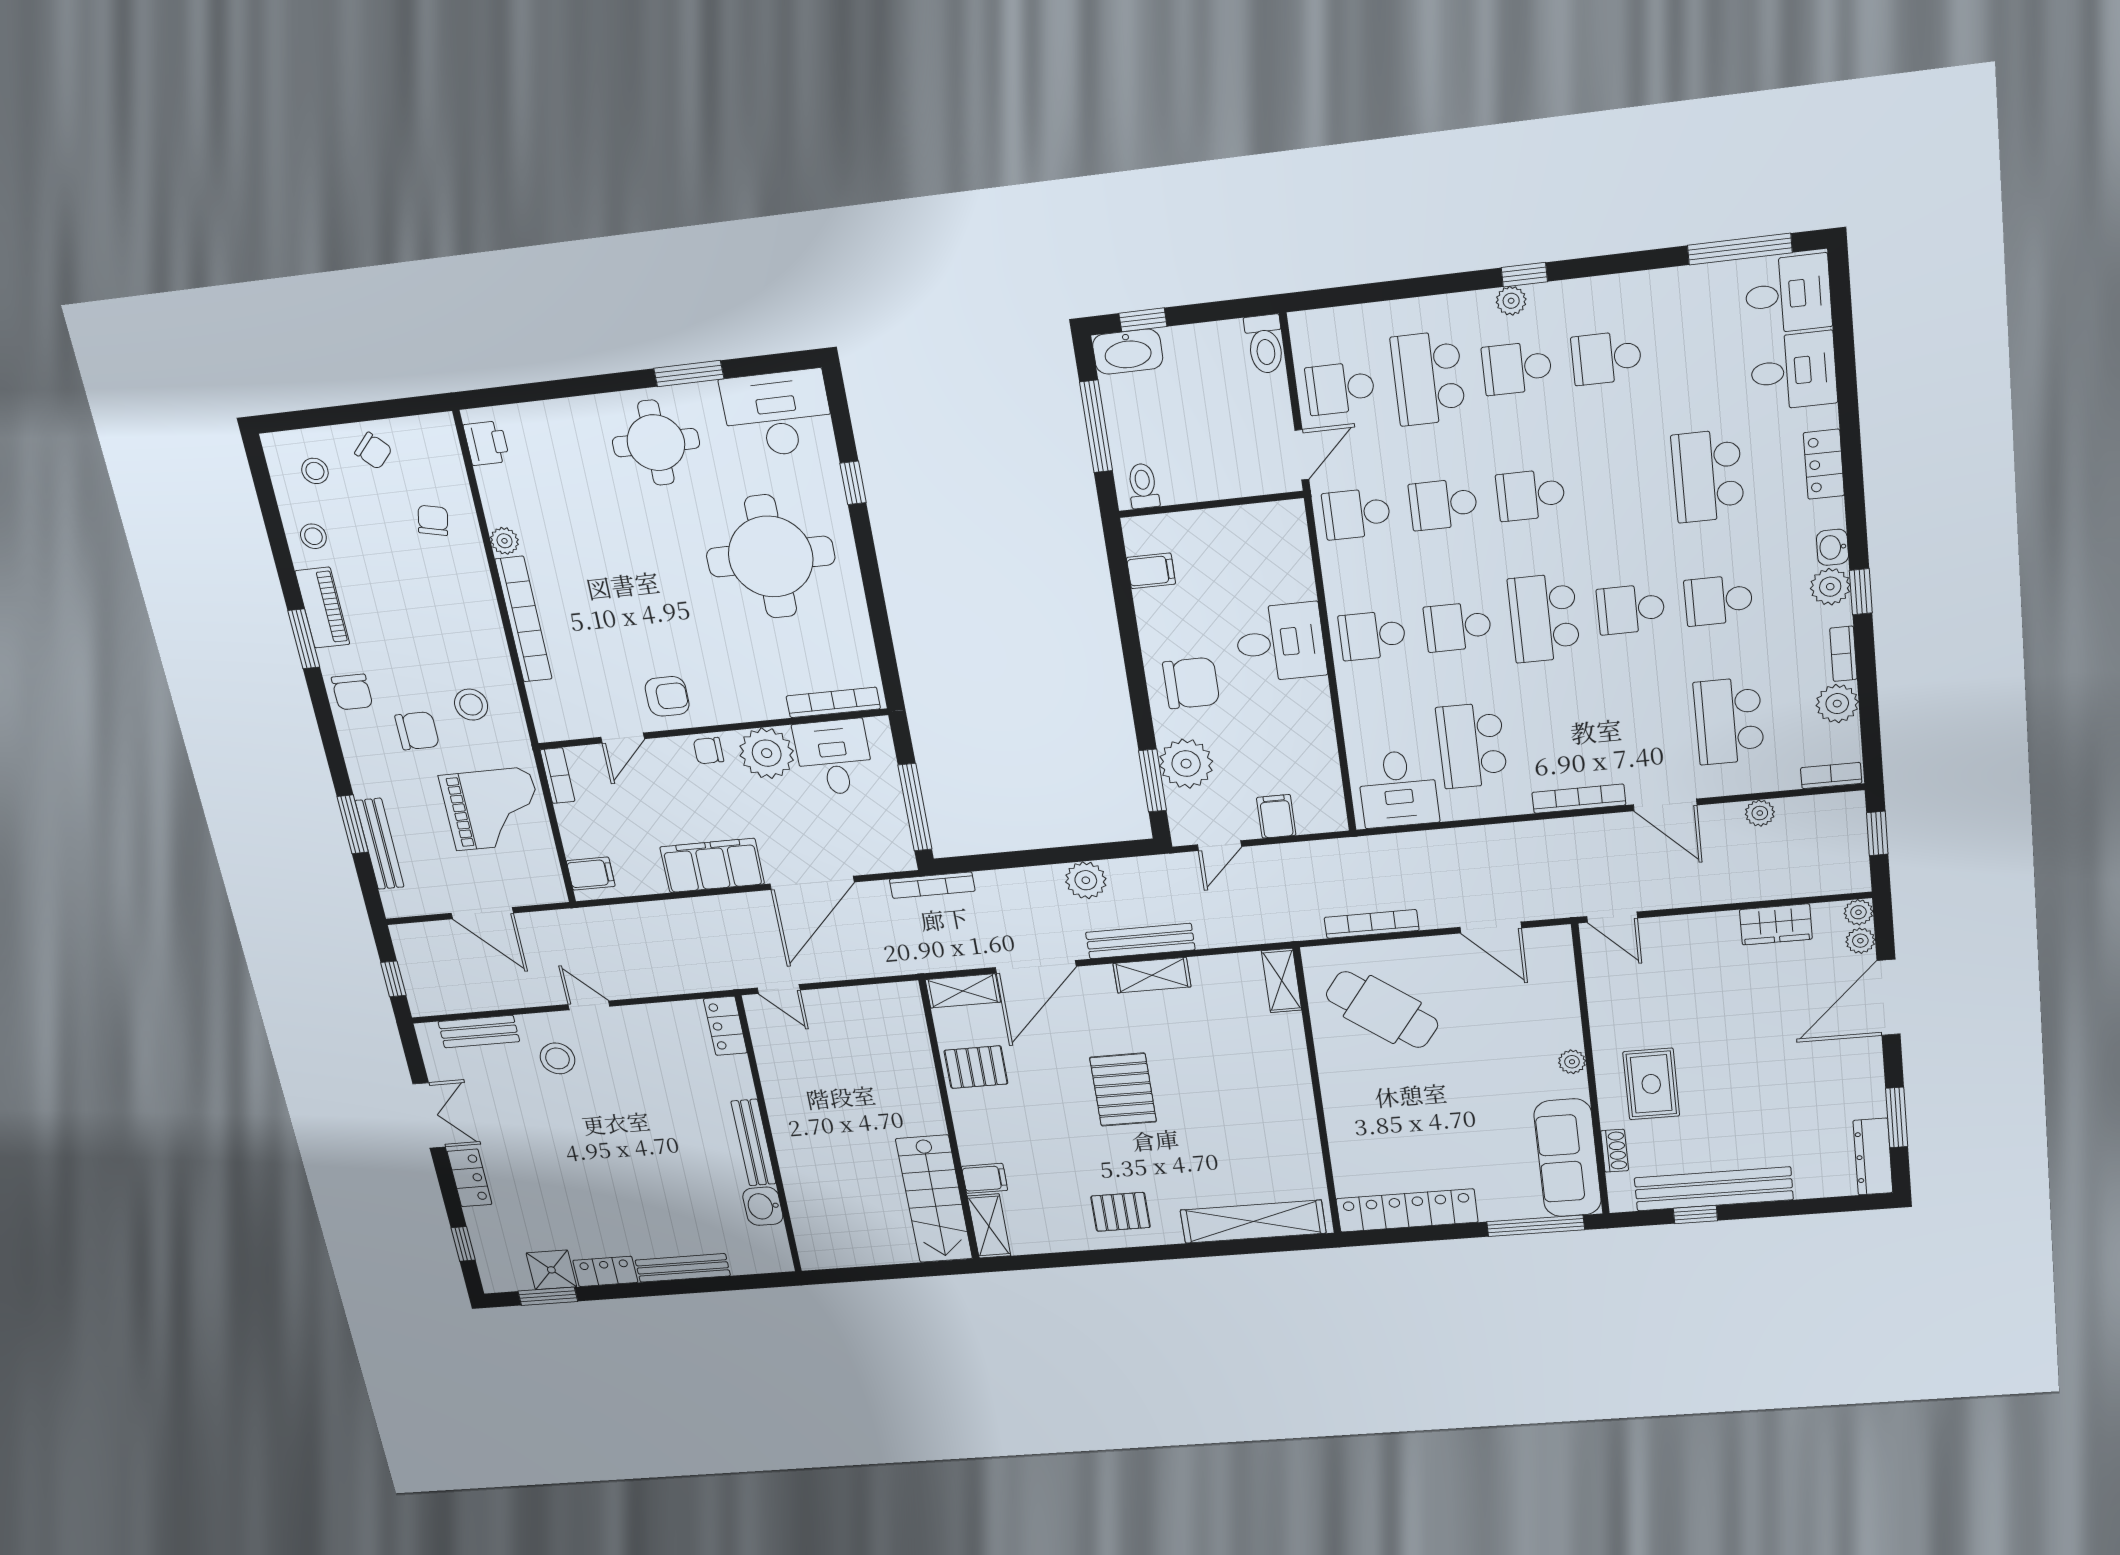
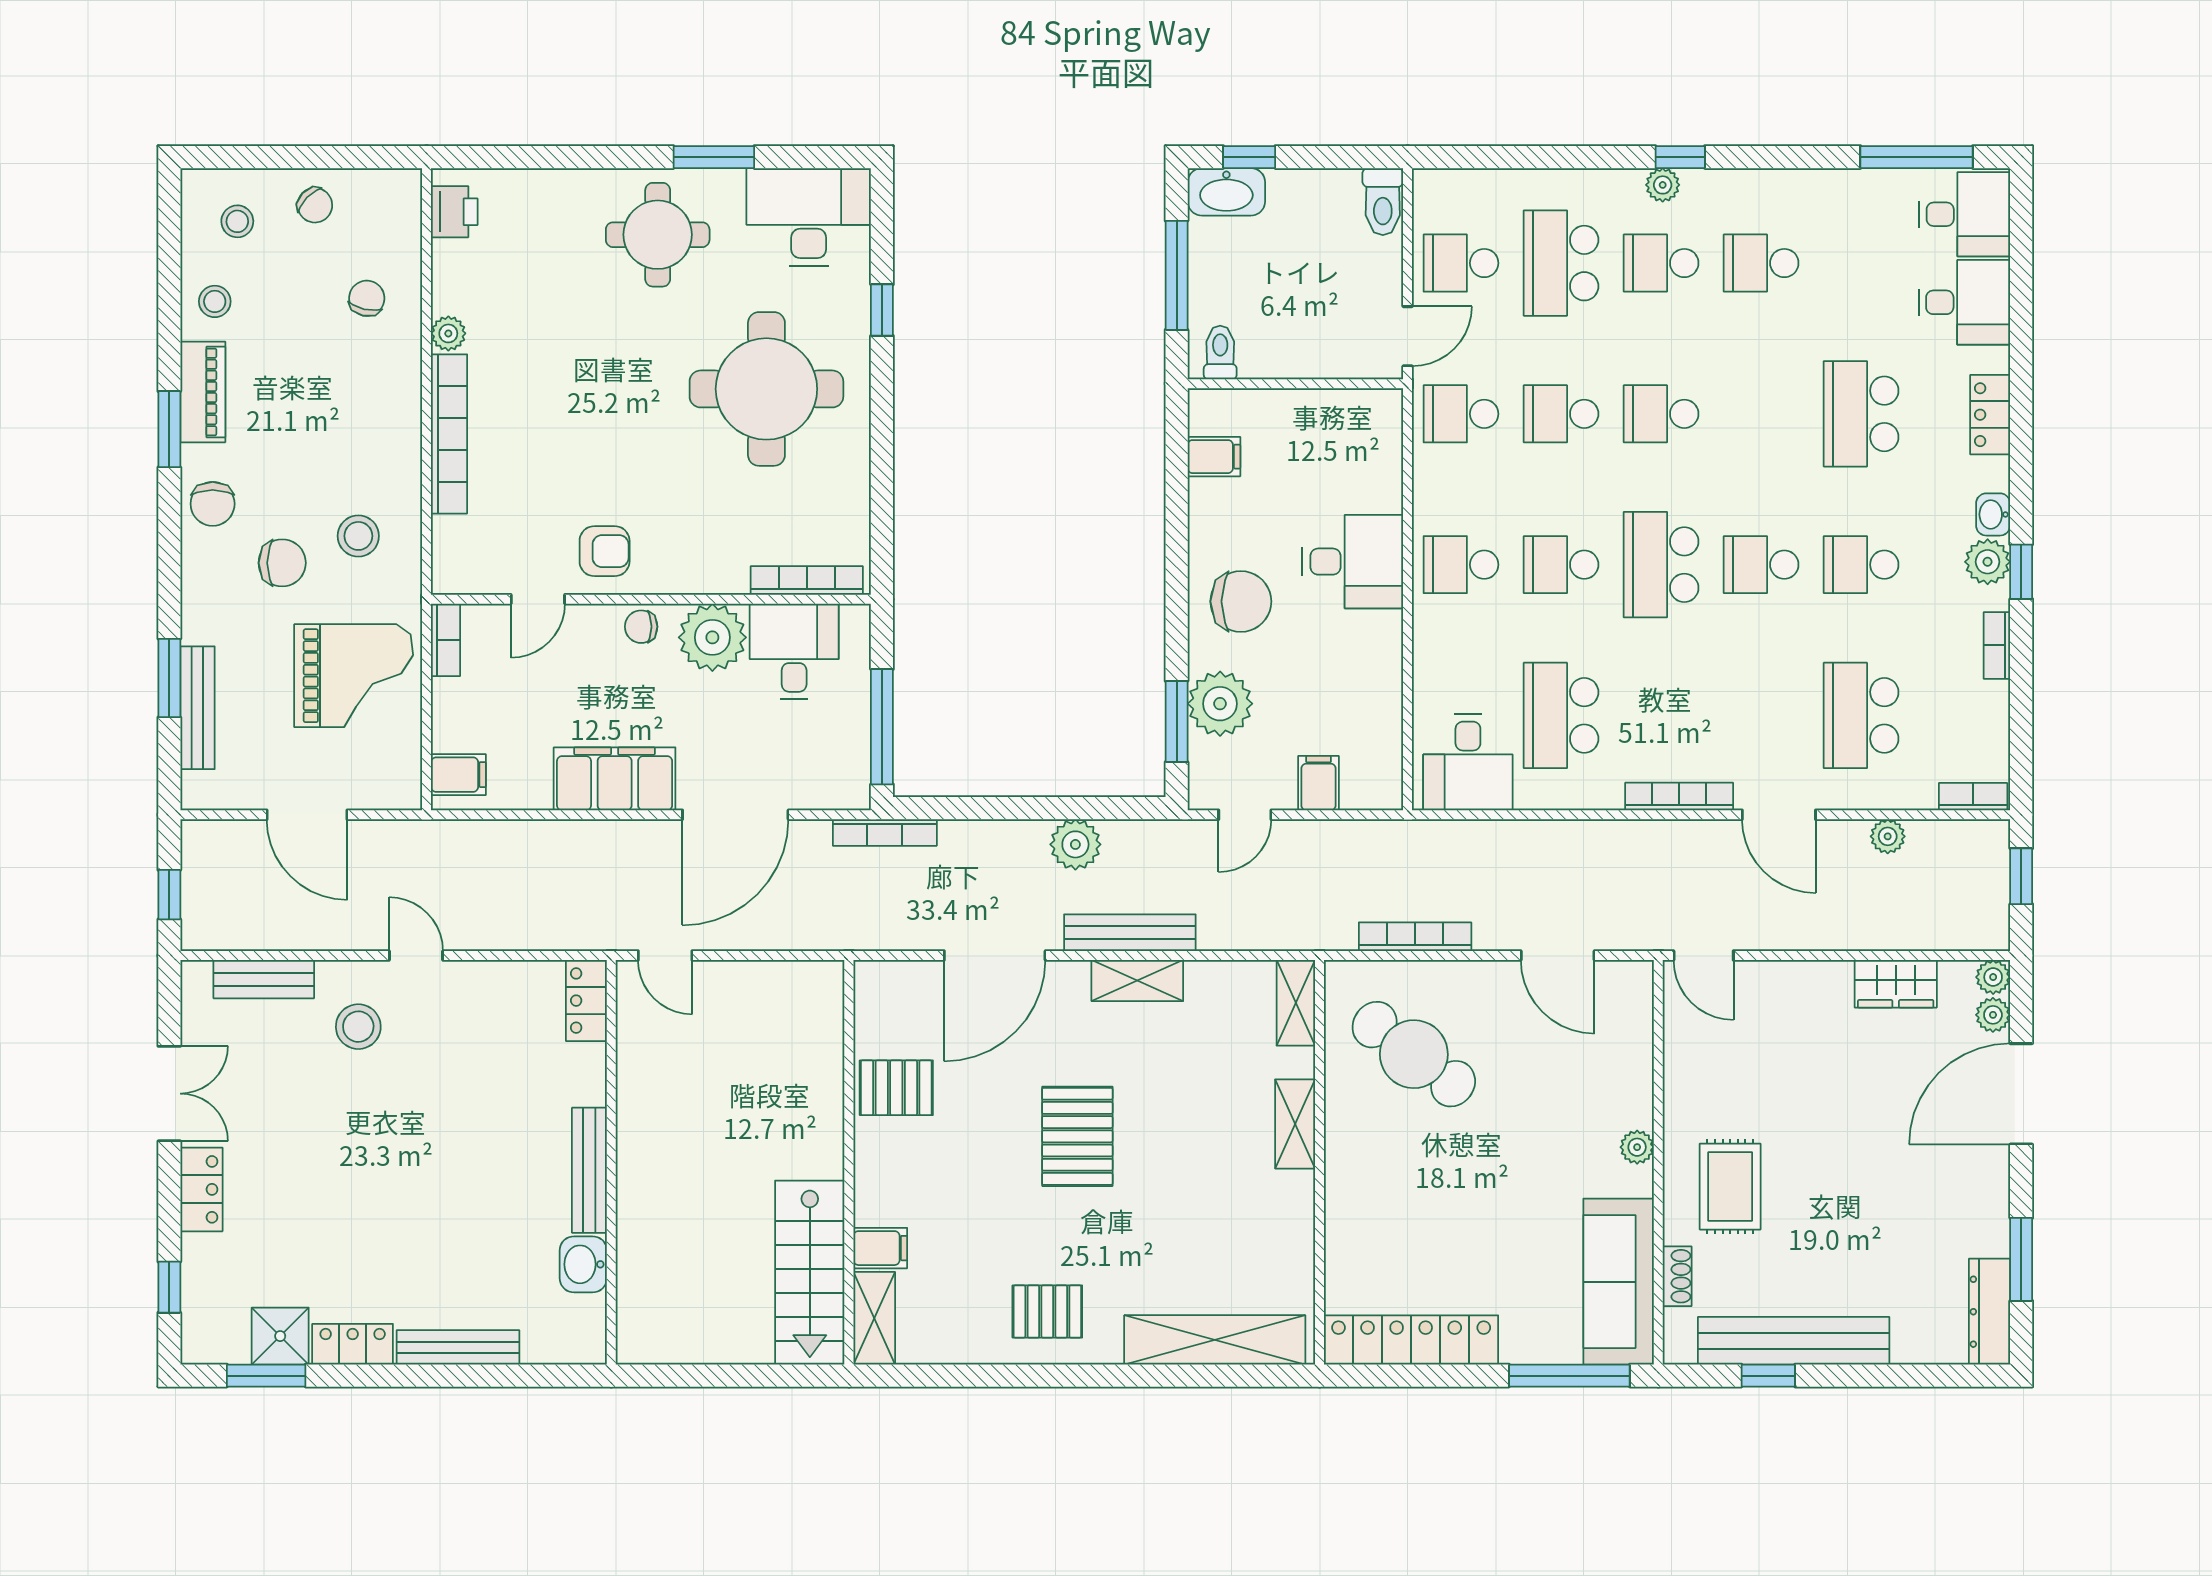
plant: (1837, 704) -> (1986, 707), removed
shelving: (963, 991) -> (1295, 1124), moved, turned 90

